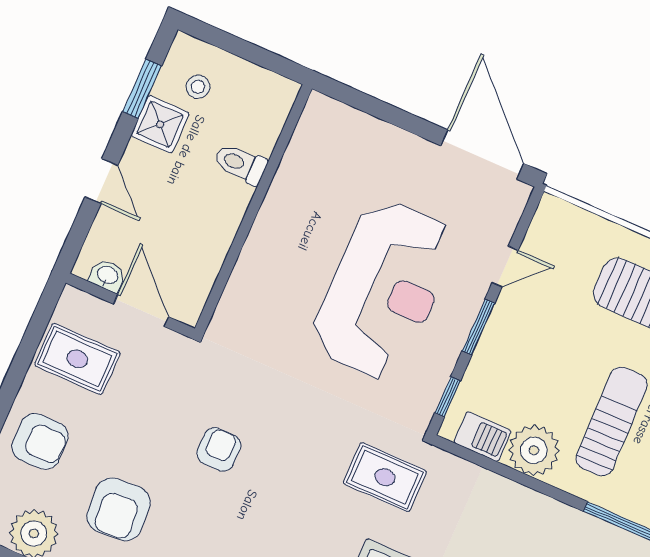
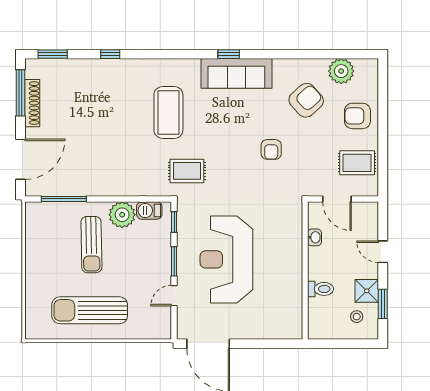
washbasin: (107, 276) -> (315, 237), moved, turned -90
armchair: (119, 509) -> (306, 100), turned 52

